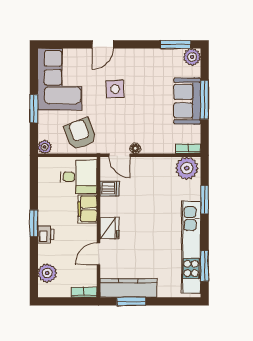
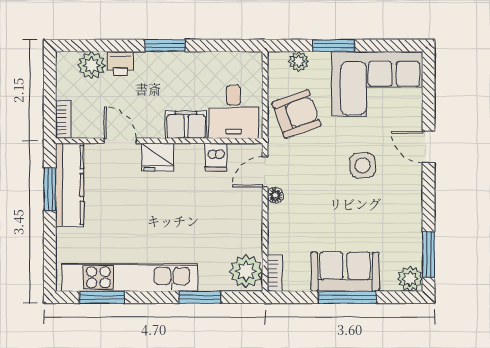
plant: (45, 147) -> (299, 61), moved
printer: (46, 234) -> (120, 63), moved

